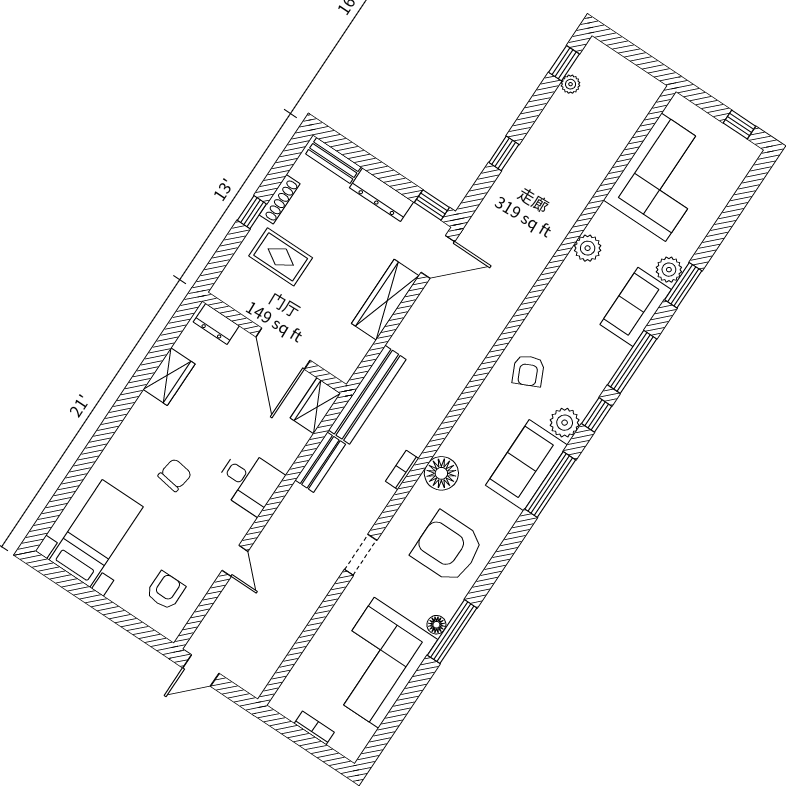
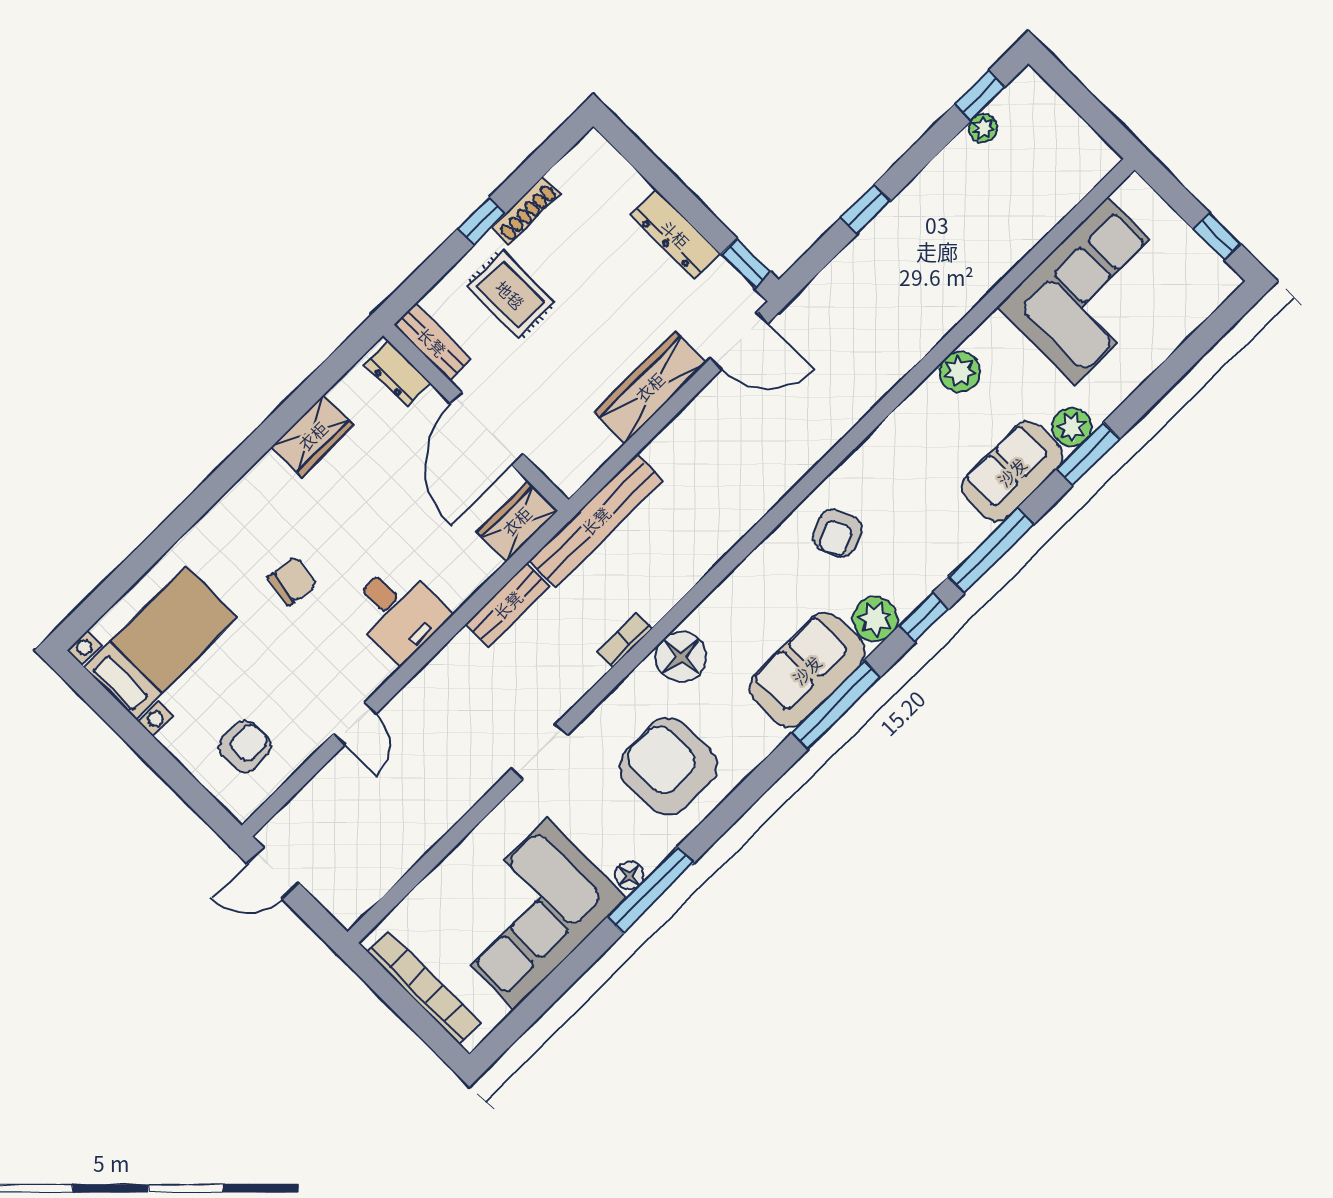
bench: (333, 161) -> (432, 342), moved
bookcase: (314, 728) -> (424, 987), width x2.31, depth x1.31

